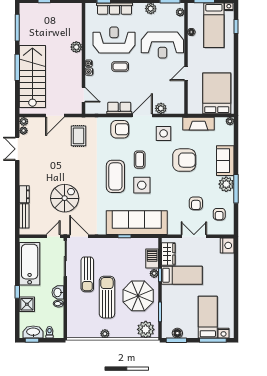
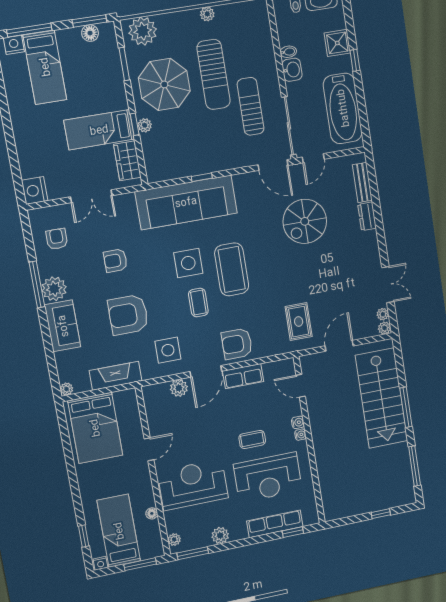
plant: (76, 47) -> (323, 455), removed
armchair: (196, 203) -> (115, 261), moved, turned -90
barbecue: (152, 259) -> (152, 149), removed

